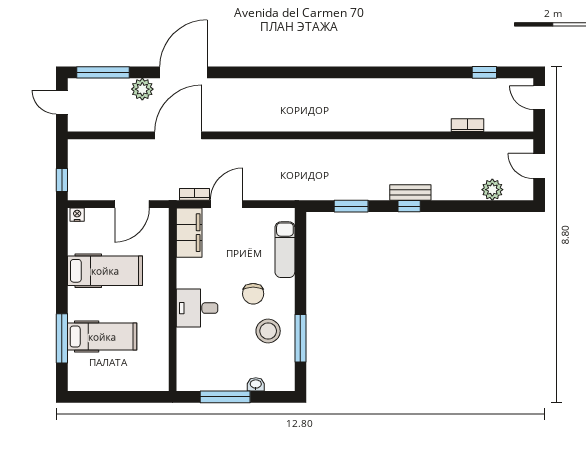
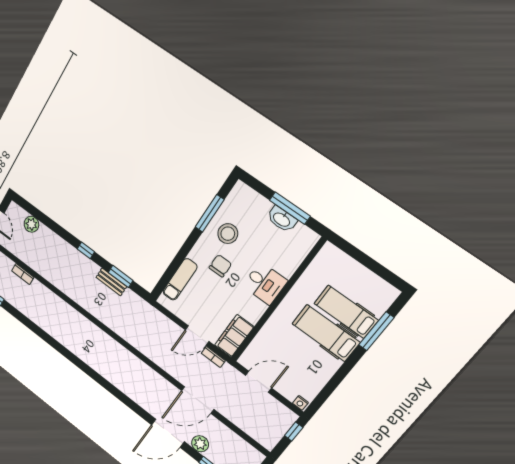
bench: (410, 192) -> (111, 282), moved
hospital bed: (105, 271) -> (326, 333), moved
washbasin: (256, 384) -> (282, 219), moved, width x1.91, depth x1.45

